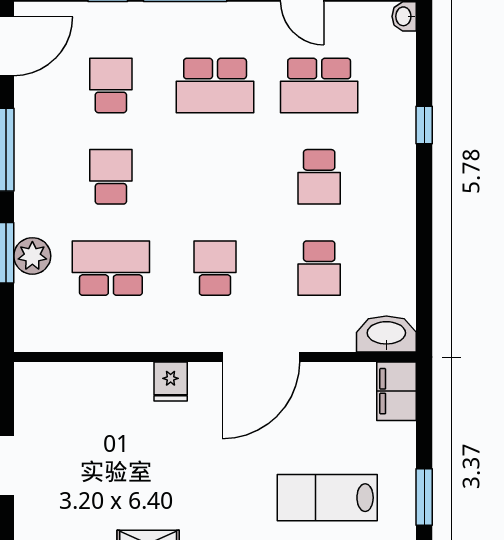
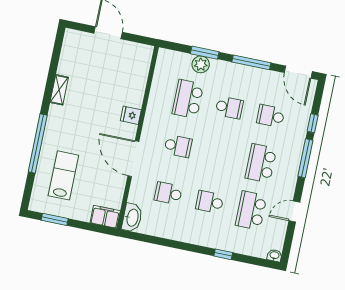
school desk: (111, 86) -> (271, 116), turned 180
school desk: (111, 268) -> (188, 99), turned 180

